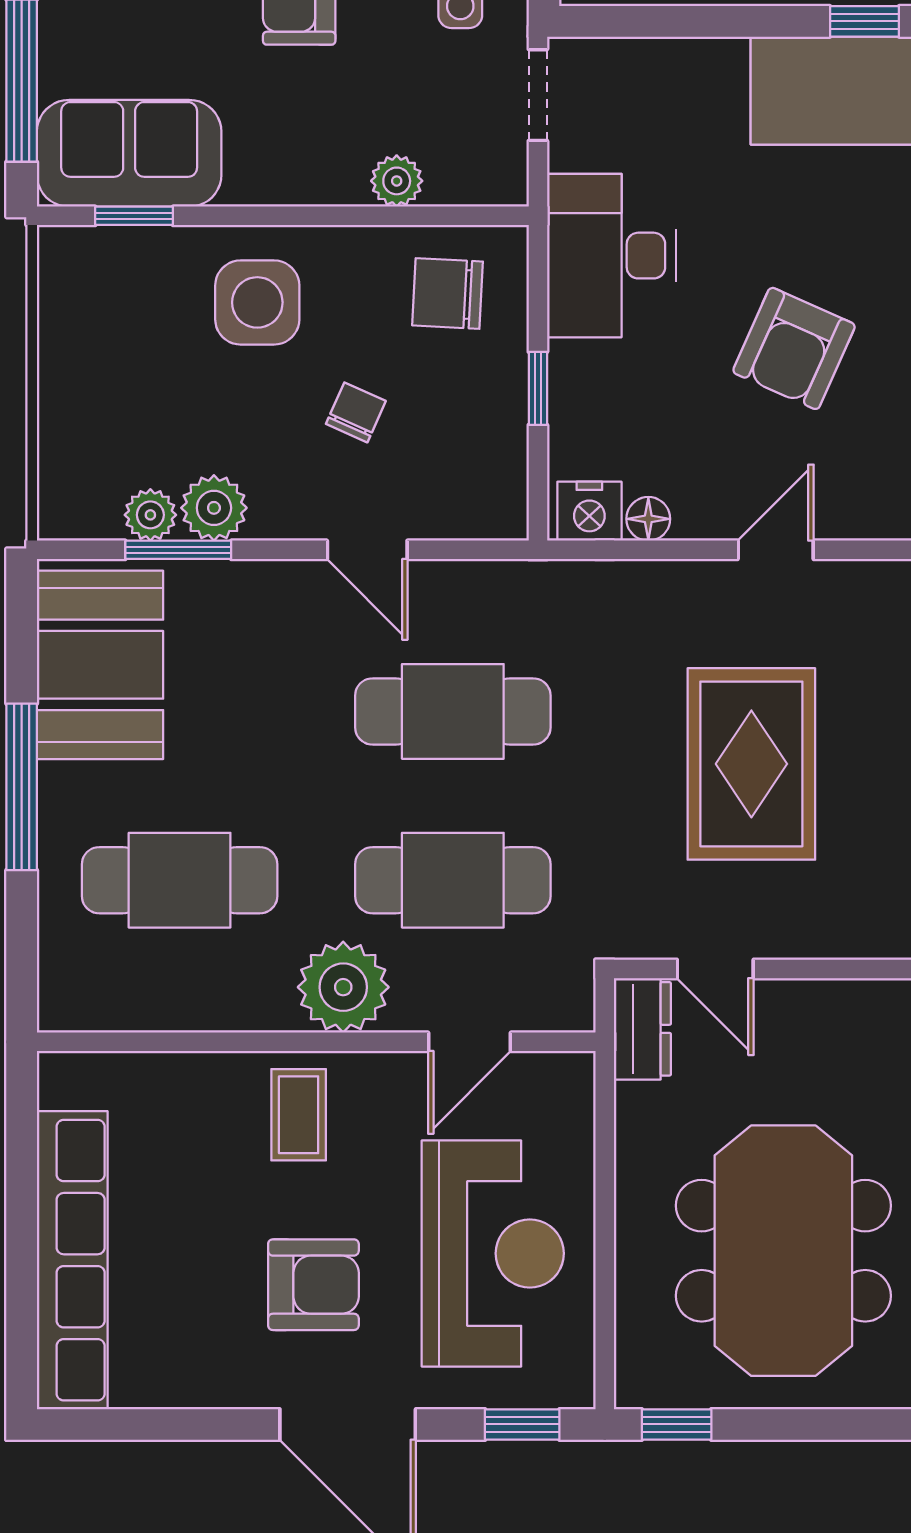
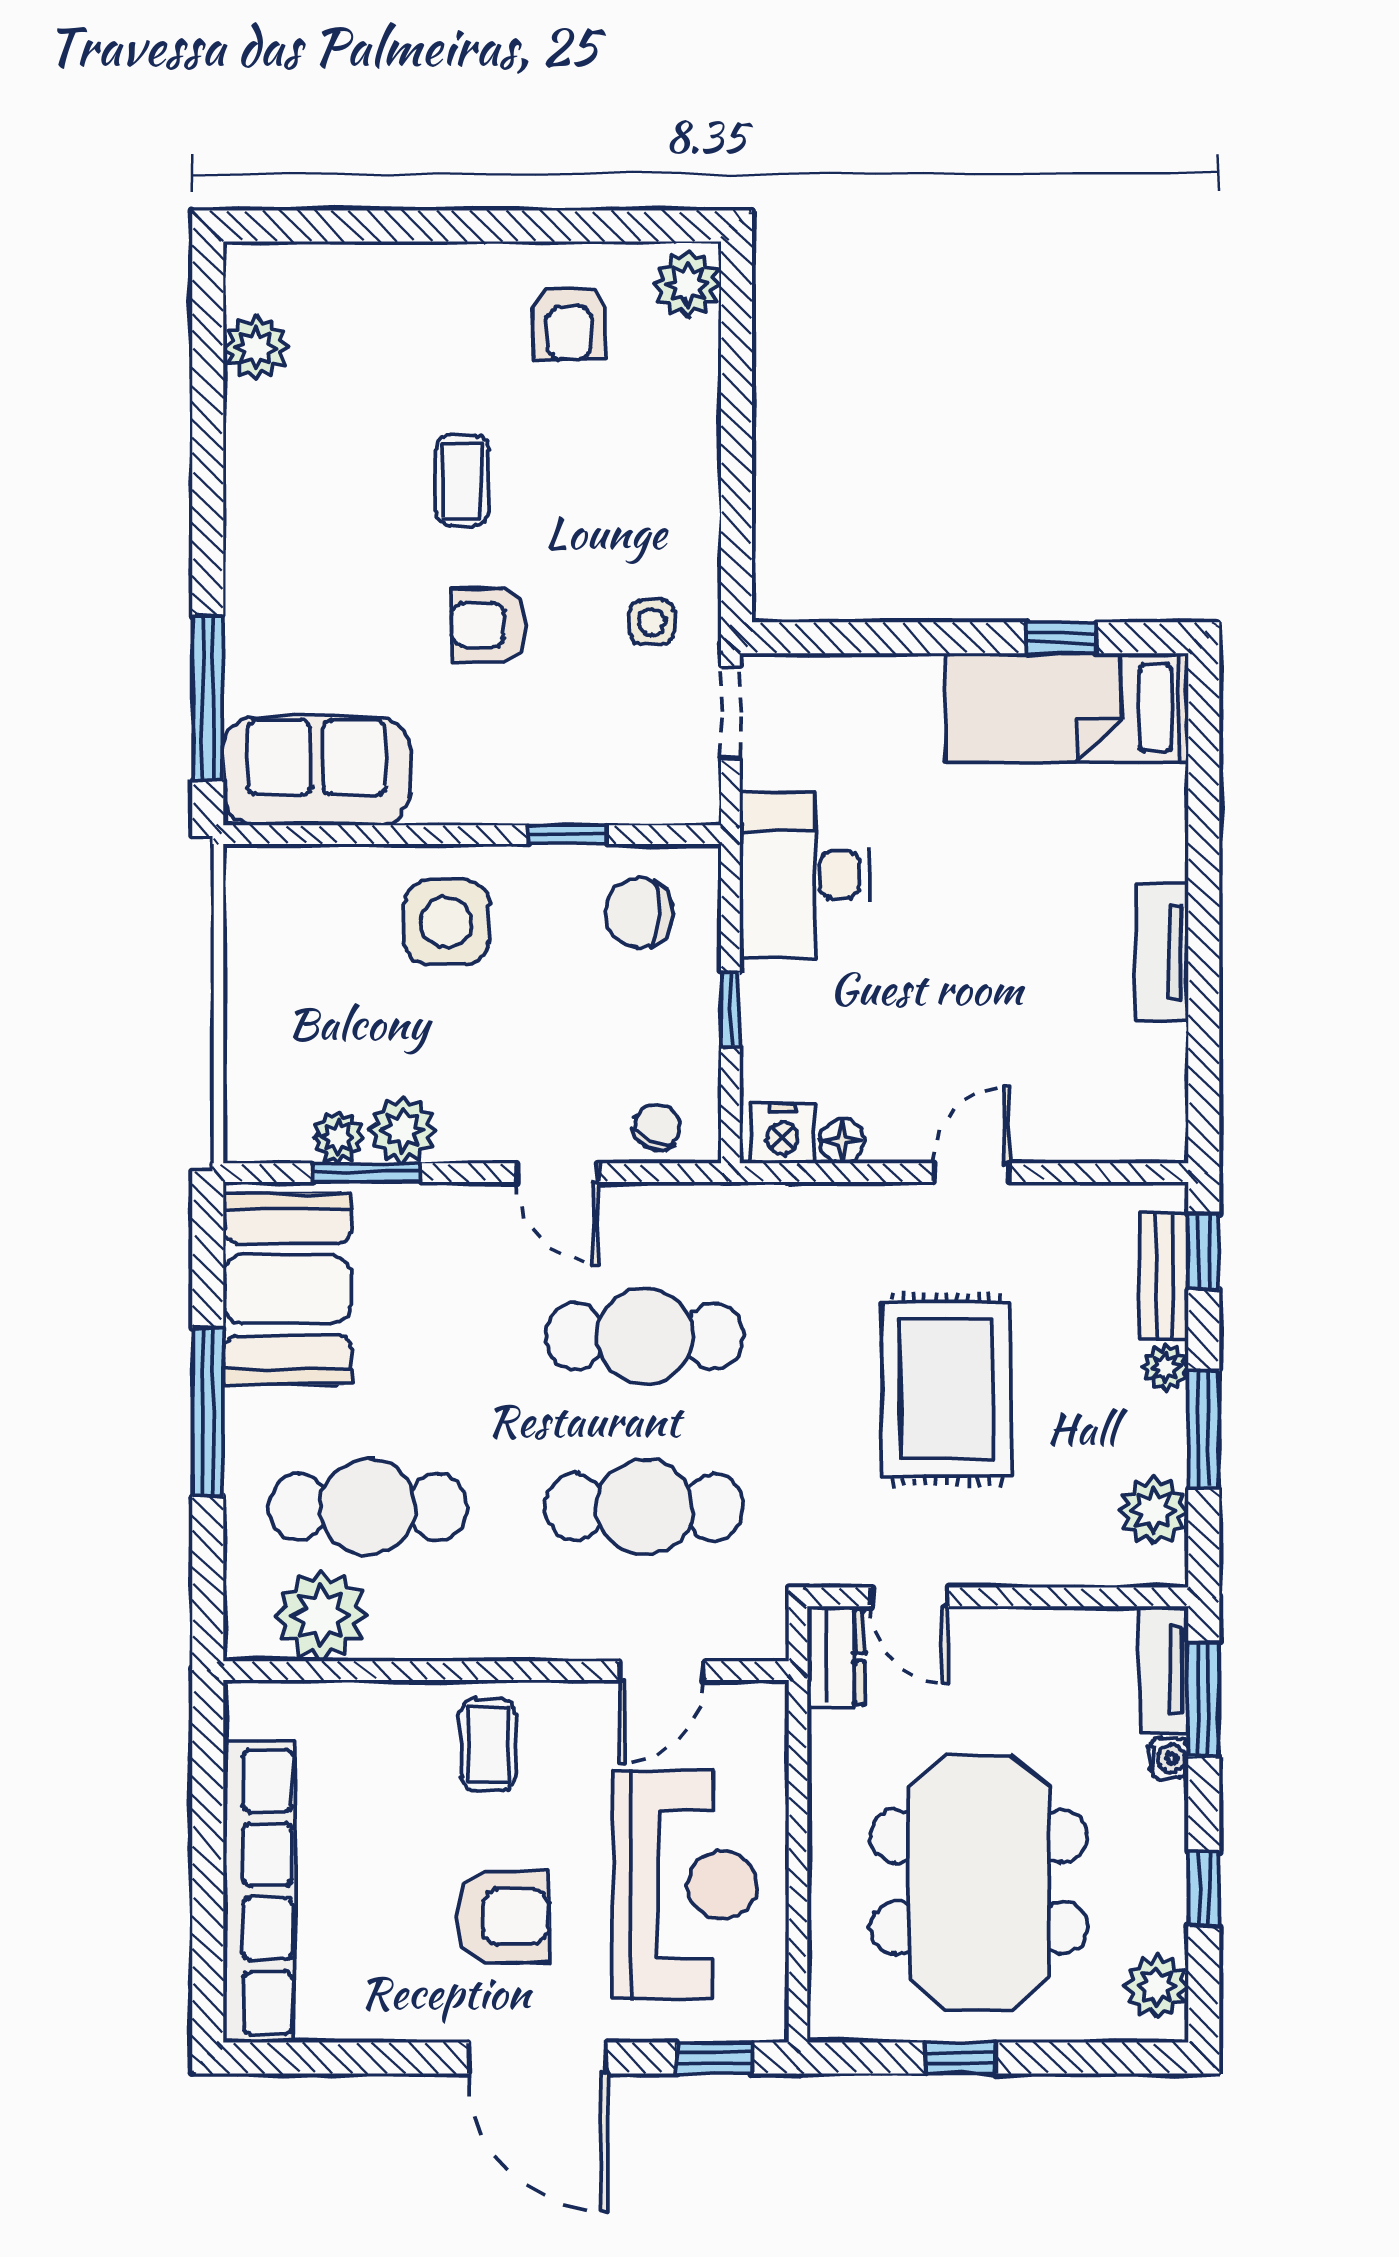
plant: (397, 181) -> (587, 799), removed
window: (134, 216) -> (567, 835), moved
armchair: (794, 348) -> (990, 969), removed
chair: (356, 412) -> (657, 1127), moved
plant: (343, 987) -> (321, 1615), moved
window: (677, 1424) -> (961, 2058), moved

